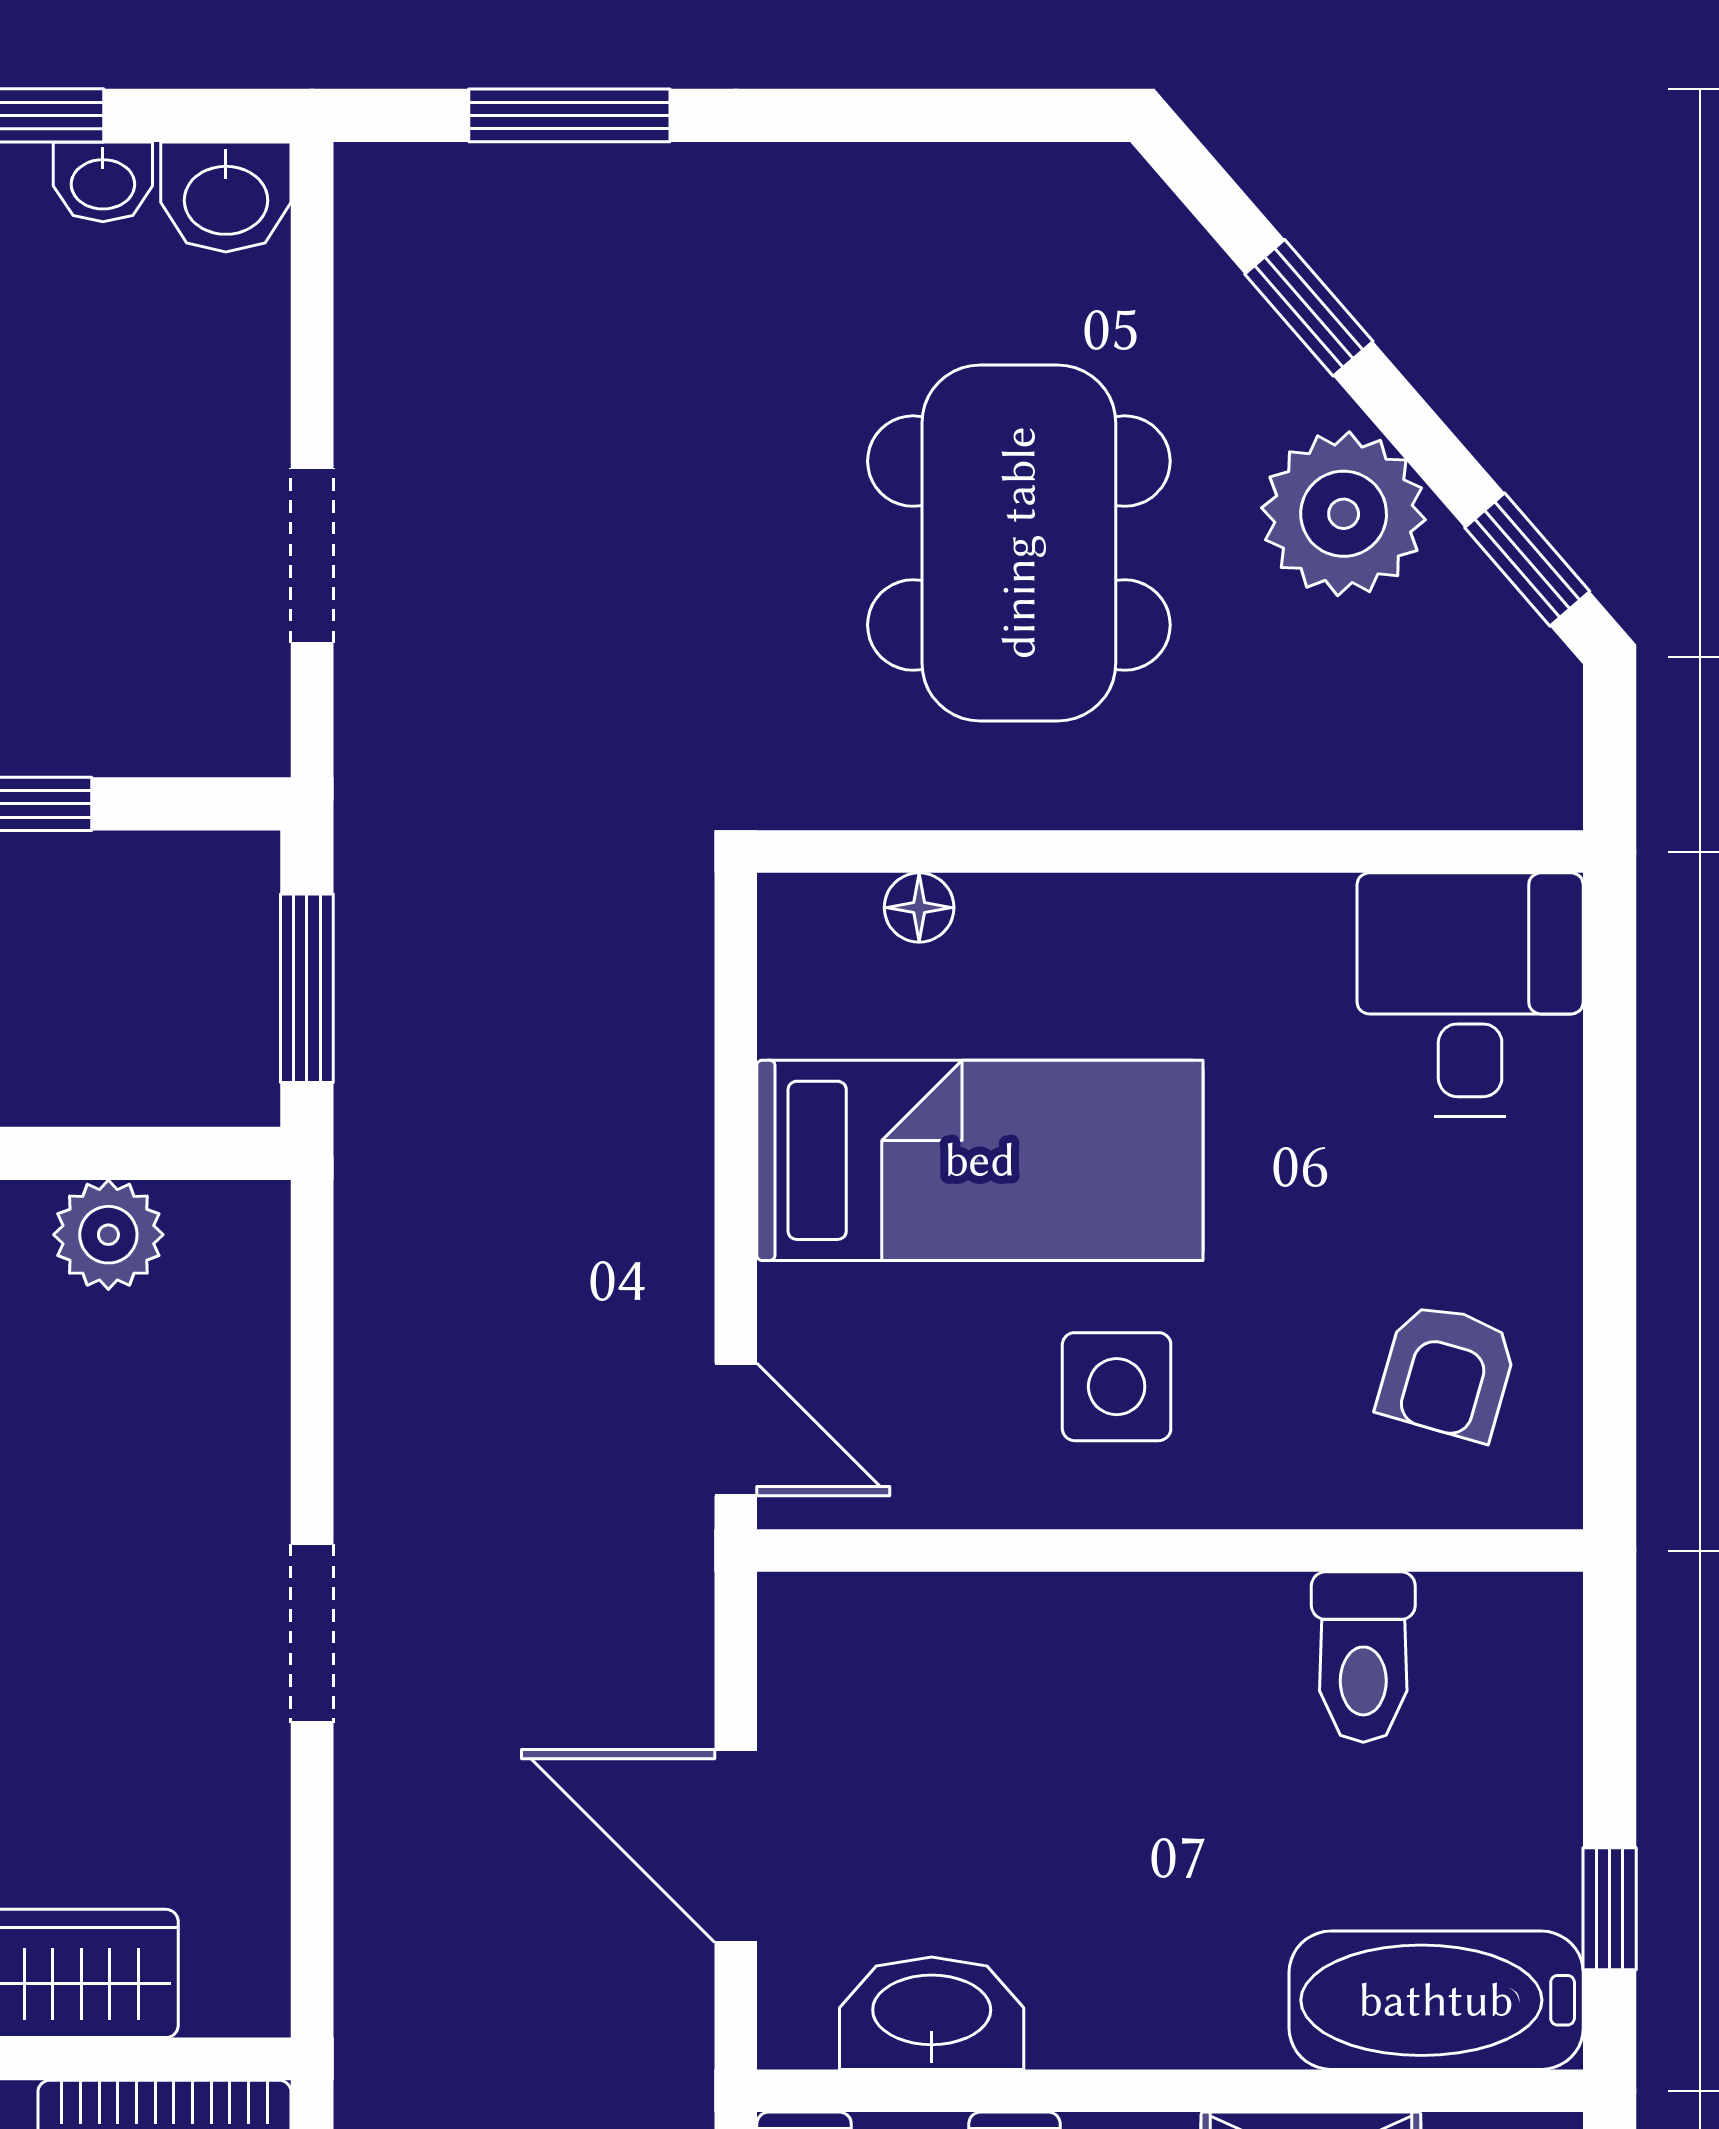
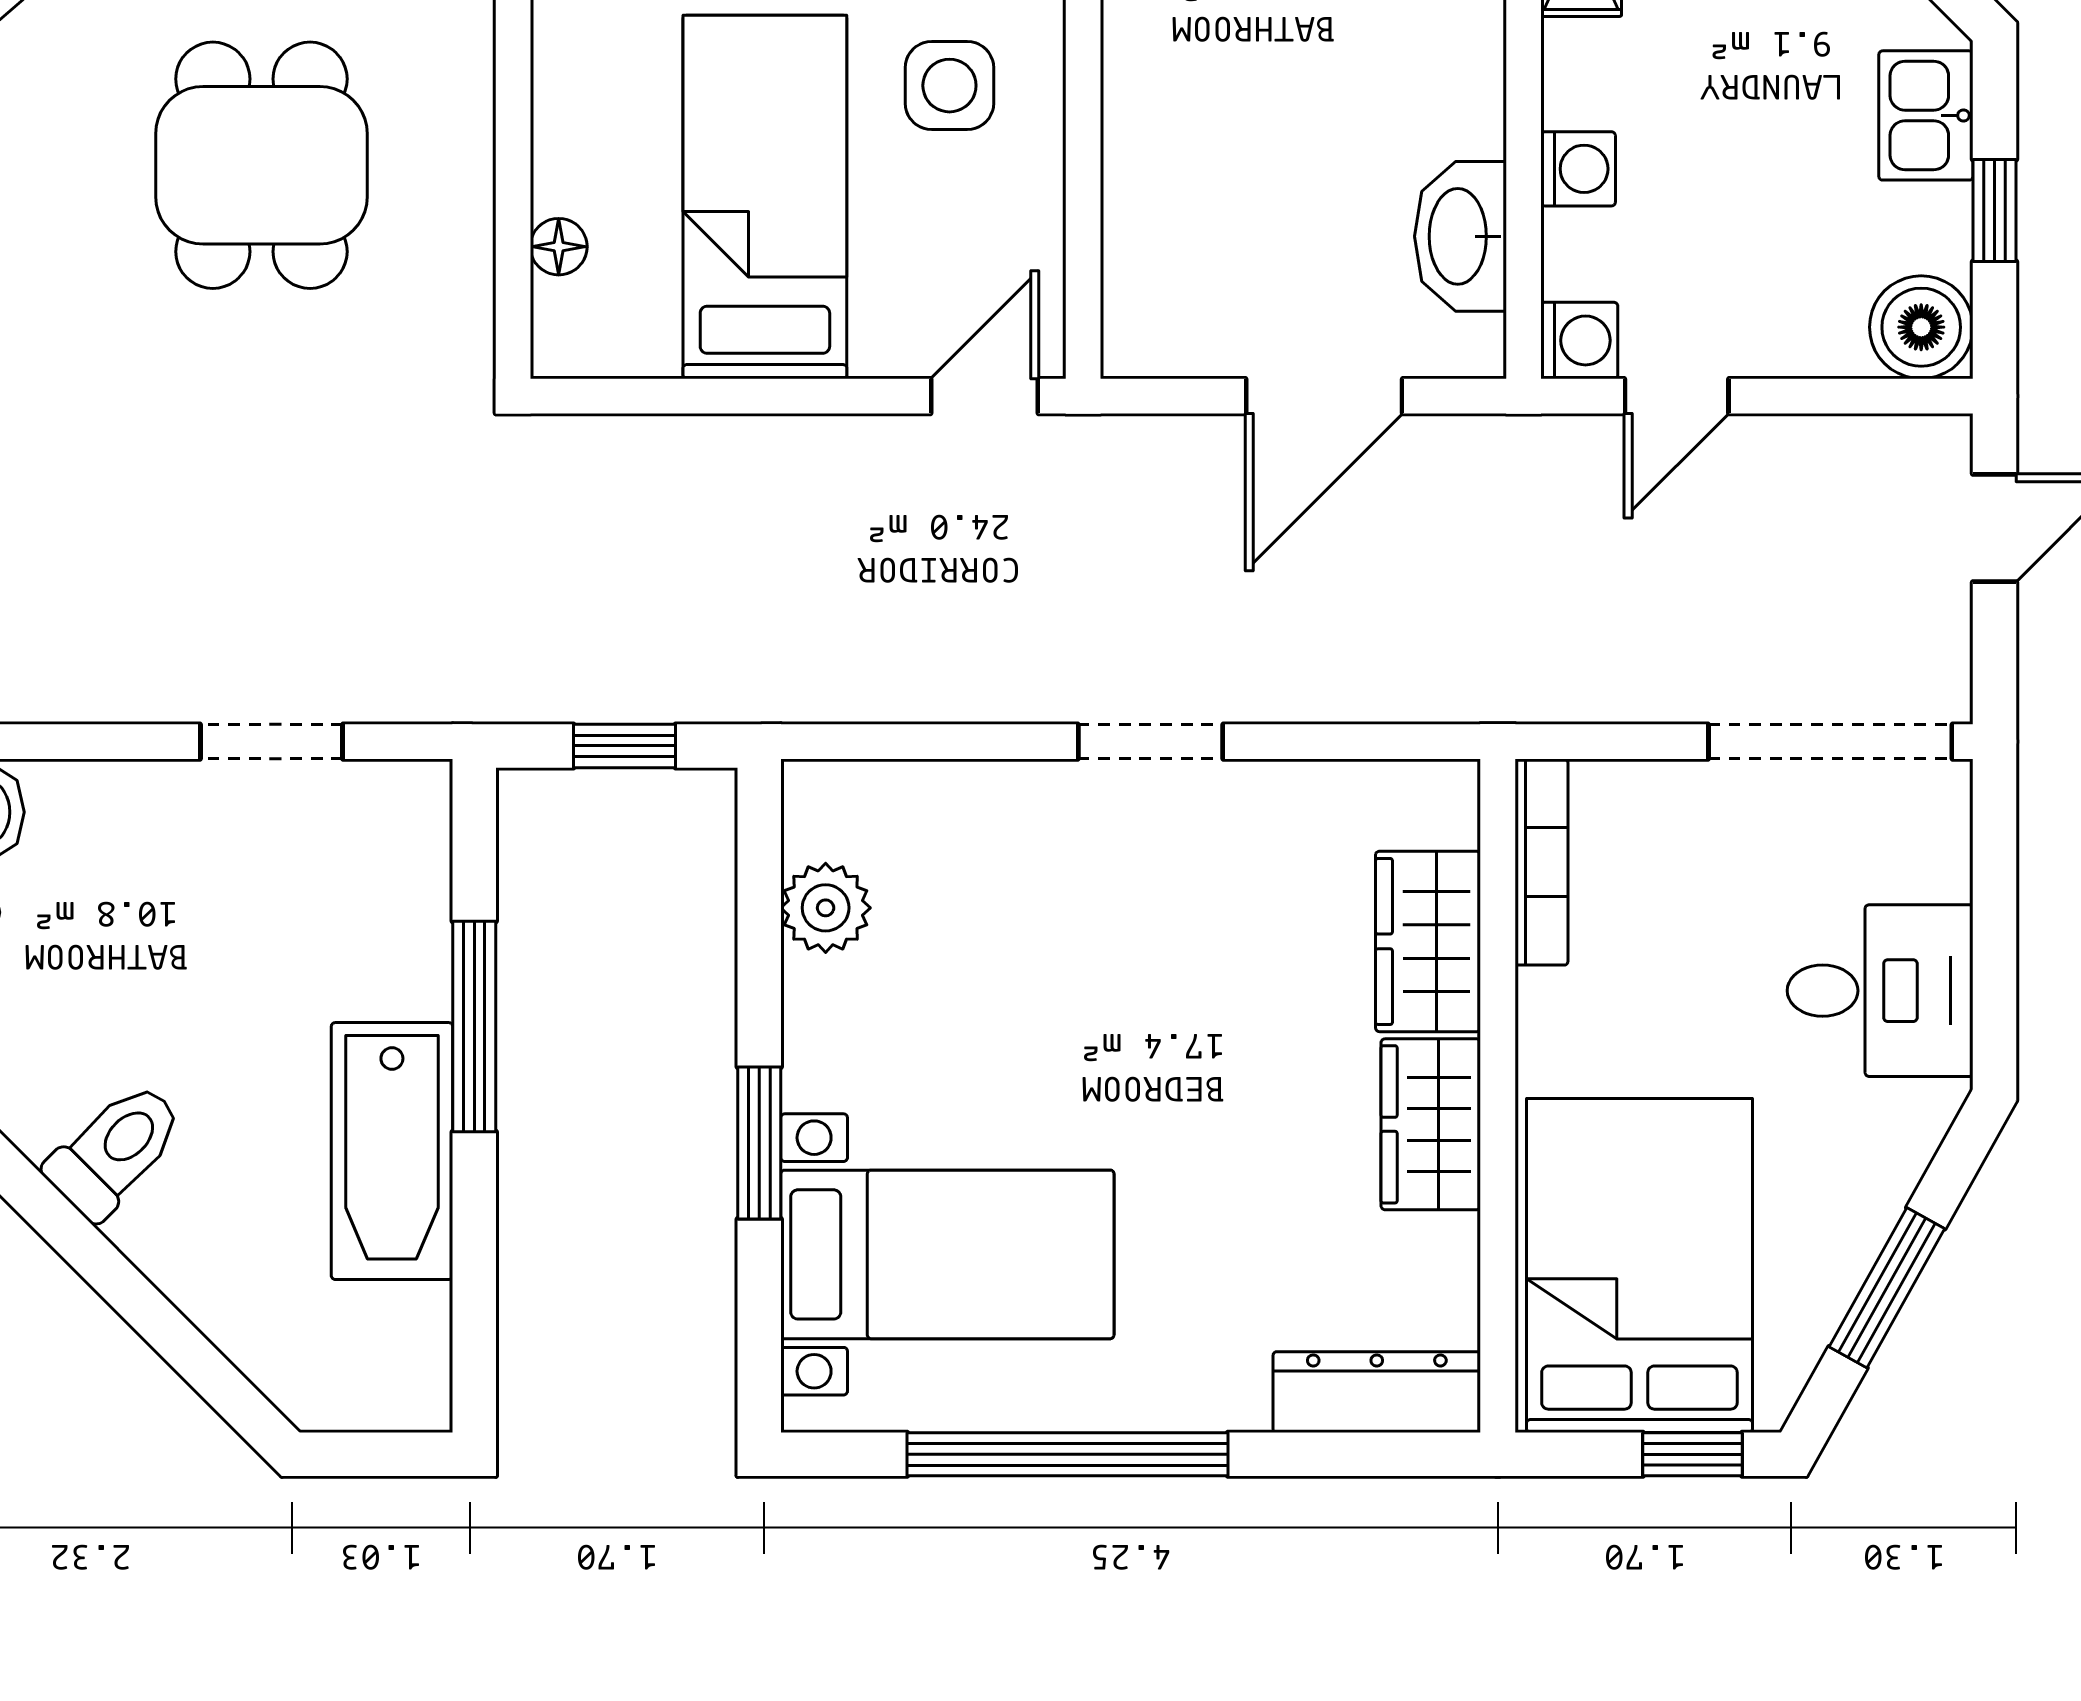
dining table: (1019, 543) -> (261, 165), width x0.73
window: (307, 988) -> (624, 746), width x0.67

